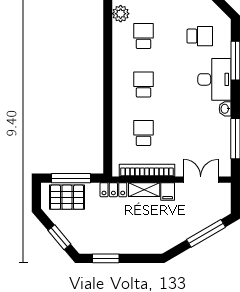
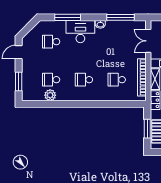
plant: (121, 14) -> (50, 95), moved
school desk: (200, 36) -> (51, 42), turned -90
window: (71, 178) -> (147, 129), width x0.69

